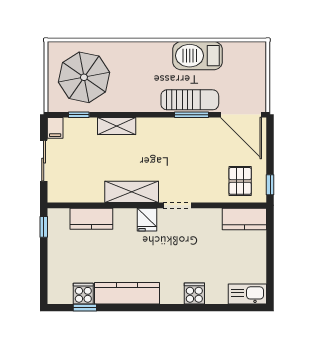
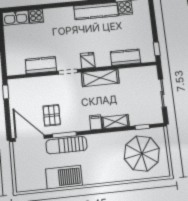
filing cabinet: (55, 128) -> (96, 122), moved
pallet: (240, 181) -> (52, 115), moved
kitchen counter: (244, 219) -> (41, 65), moved
cooker: (194, 293) -> (36, 16), moved

